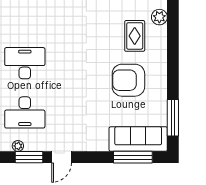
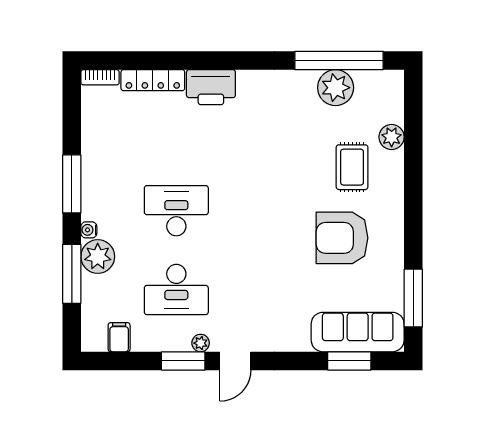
plant: (18, 146) -> (201, 343), moved
window: (133, 157) -> (349, 361), width x0.69

